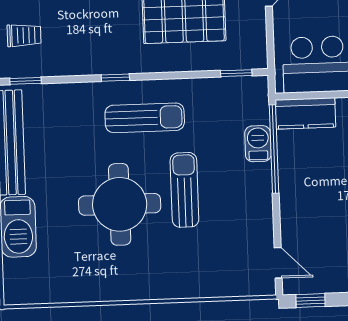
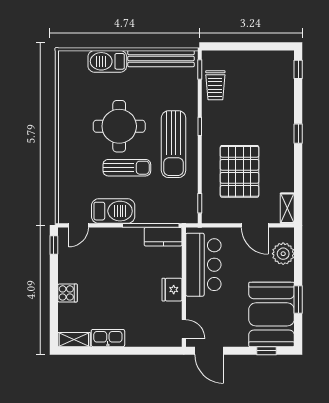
trolley: (24, 35) -> (215, 85), moved, width x1.36, depth x1.39
kitchen counter: (305, 113) -> (163, 237), moved, turned -90
sun lounger: (145, 118) -> (174, 144), width x1.36, depth x1.34
barbecue: (258, 144) -> (113, 211), moved, width x1.88, depth x1.53

